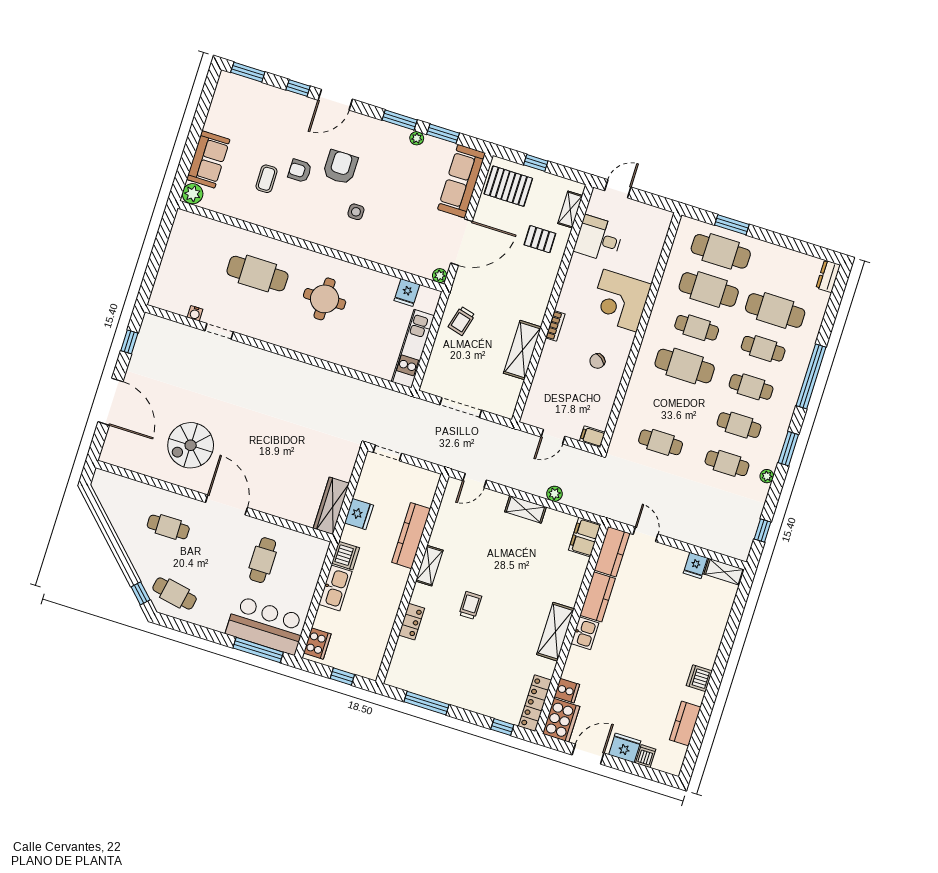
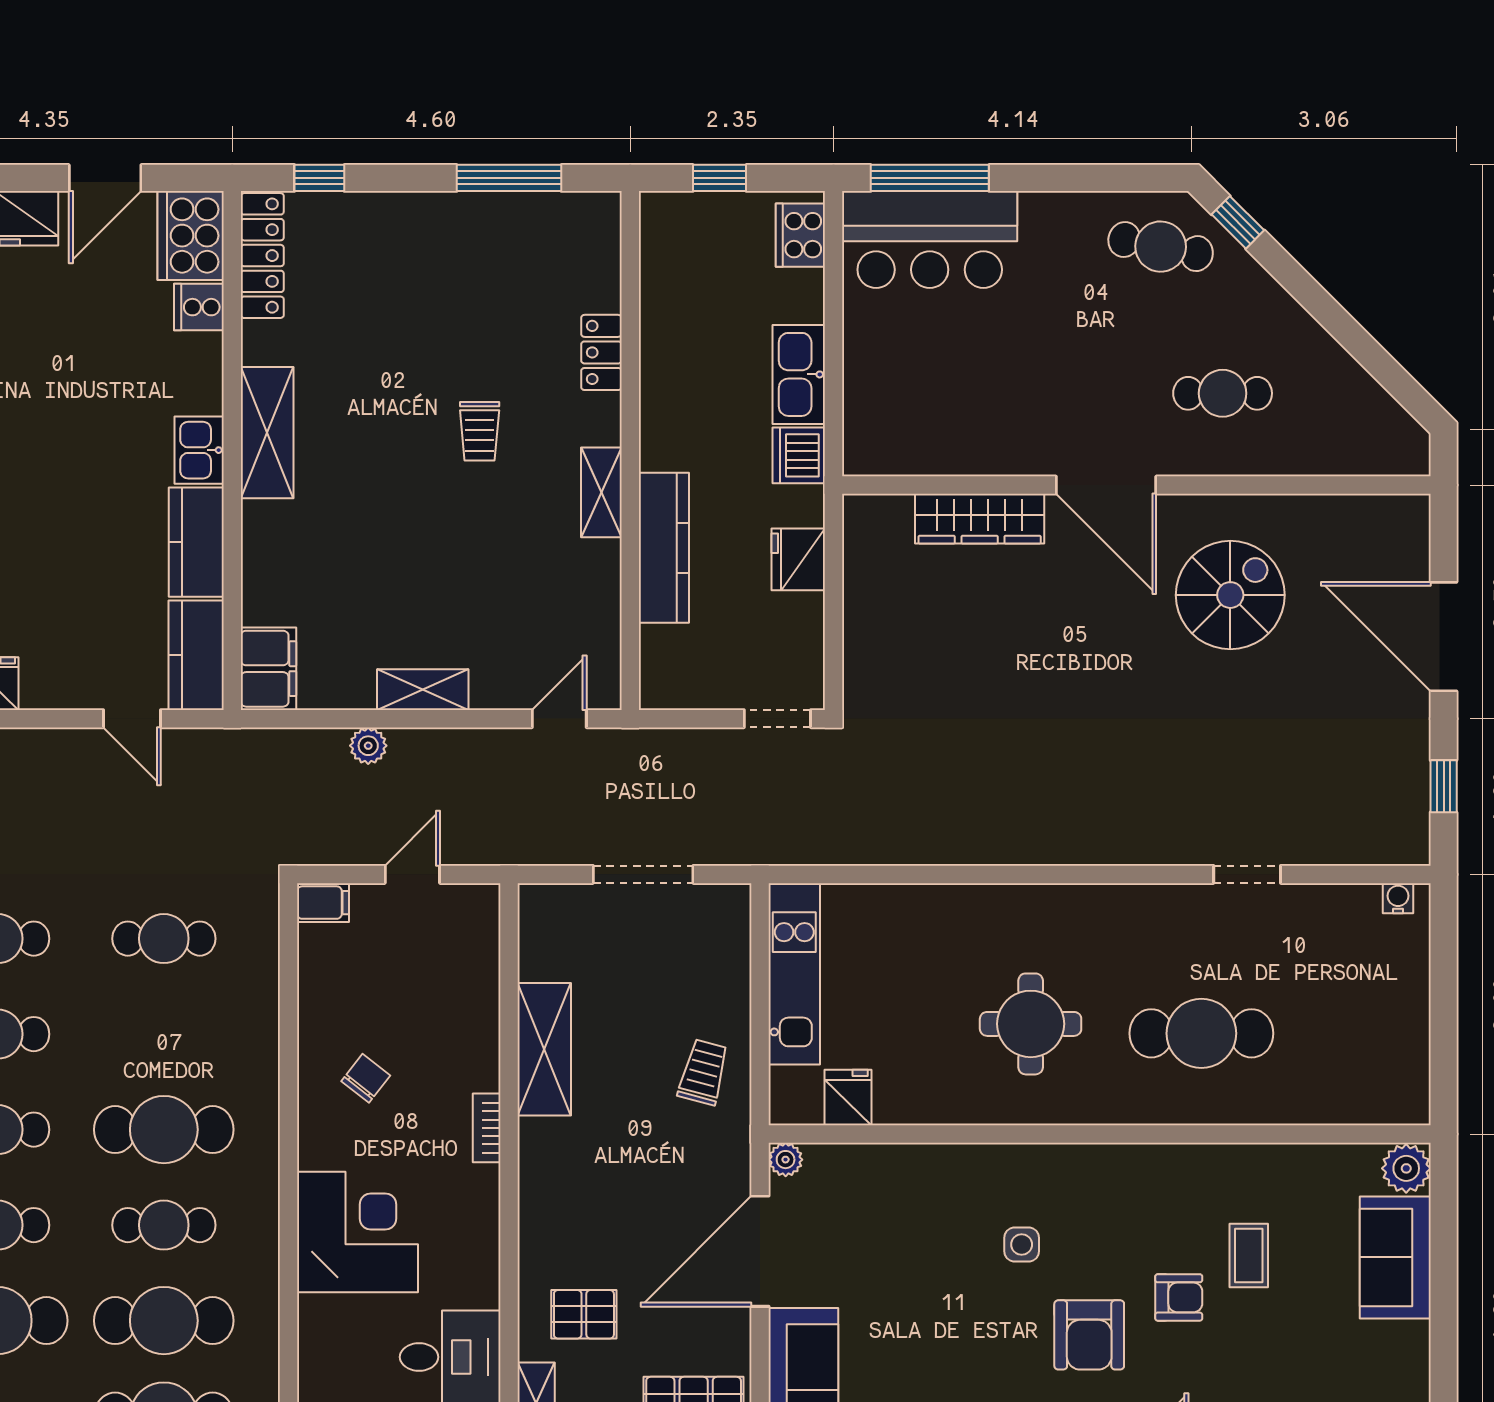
water cooler: (195, 313) -> (1398, 898), moved
wardrobe: (331, 506) -> (980, 519), moved, turned 90
cafe table: (263, 560) -> (984, 386), removed

